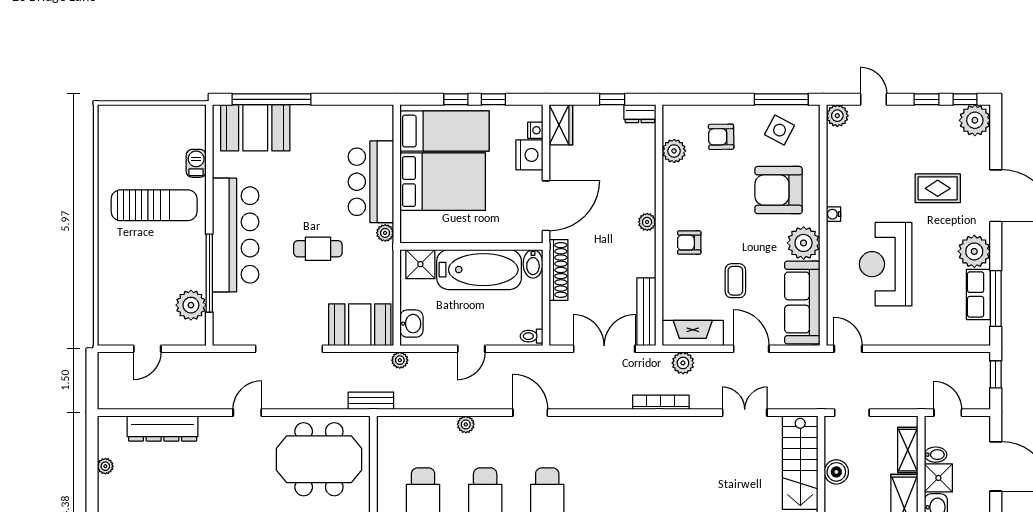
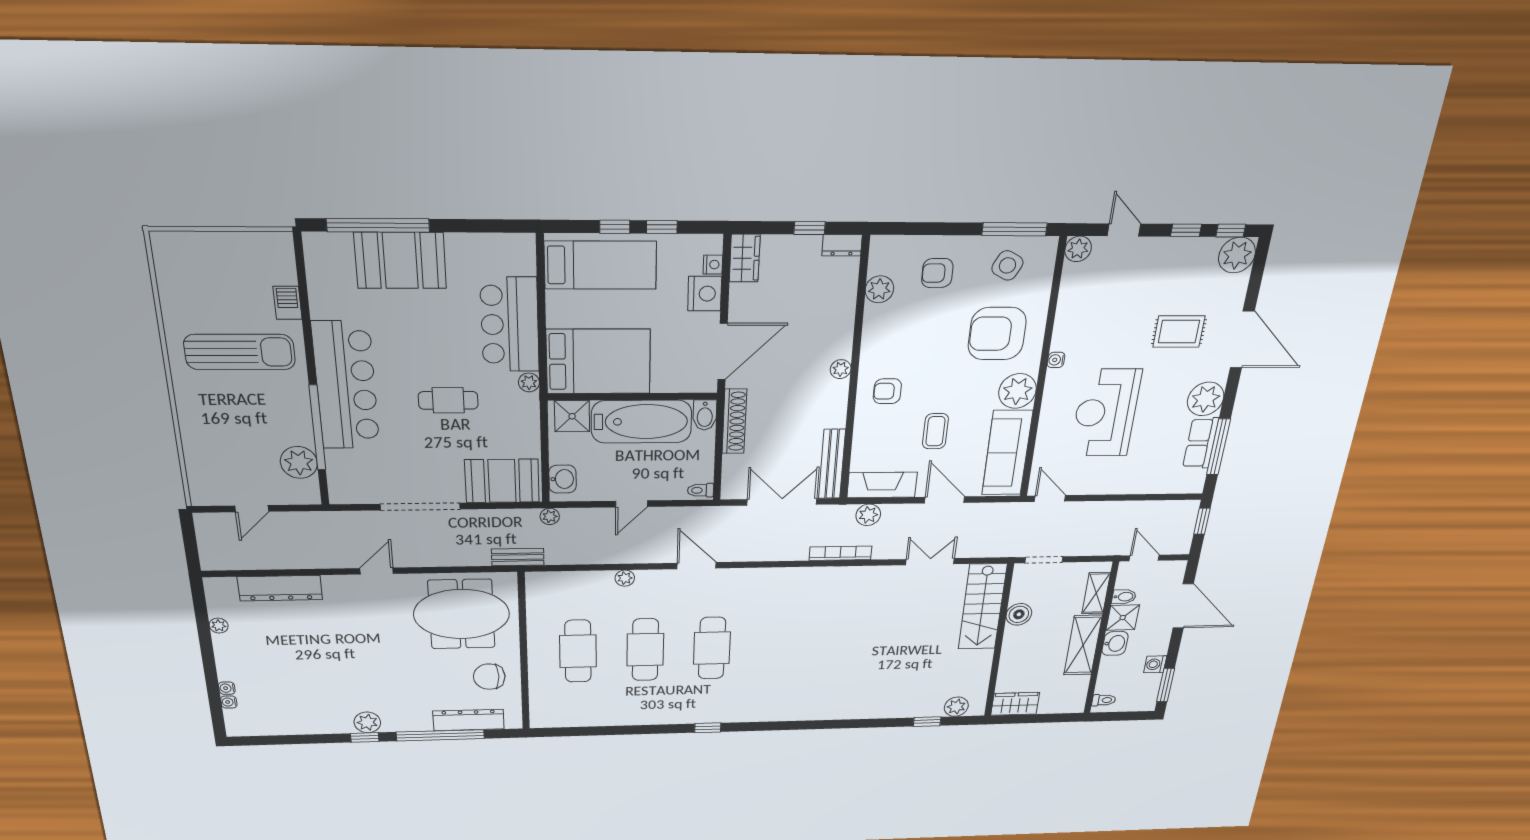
booth: (255, 128) -> (400, 260), moved
bed: (443, 182) -> (598, 362), moved

